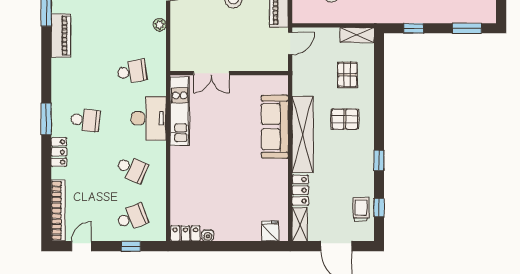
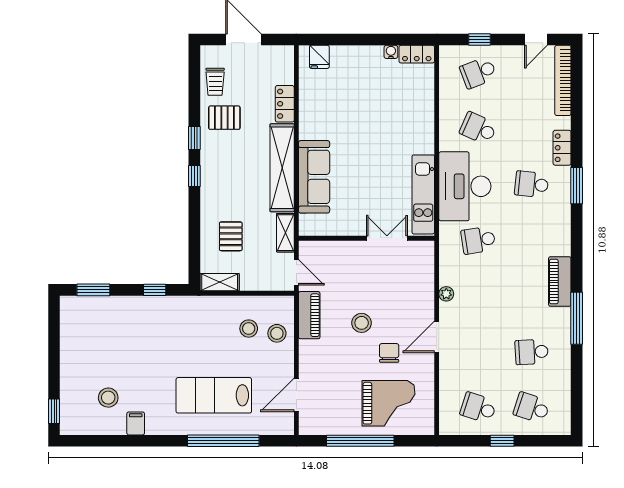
door: (290, 43) -> (296, 272), swing flipped
desk: (149, 118) -> (465, 186), width x1.36, depth x1.30
pallet: (345, 119) -> (224, 118), moved
window: (379, 208) -> (194, 176), moved
shelving: (300, 224) -> (285, 233), moved

